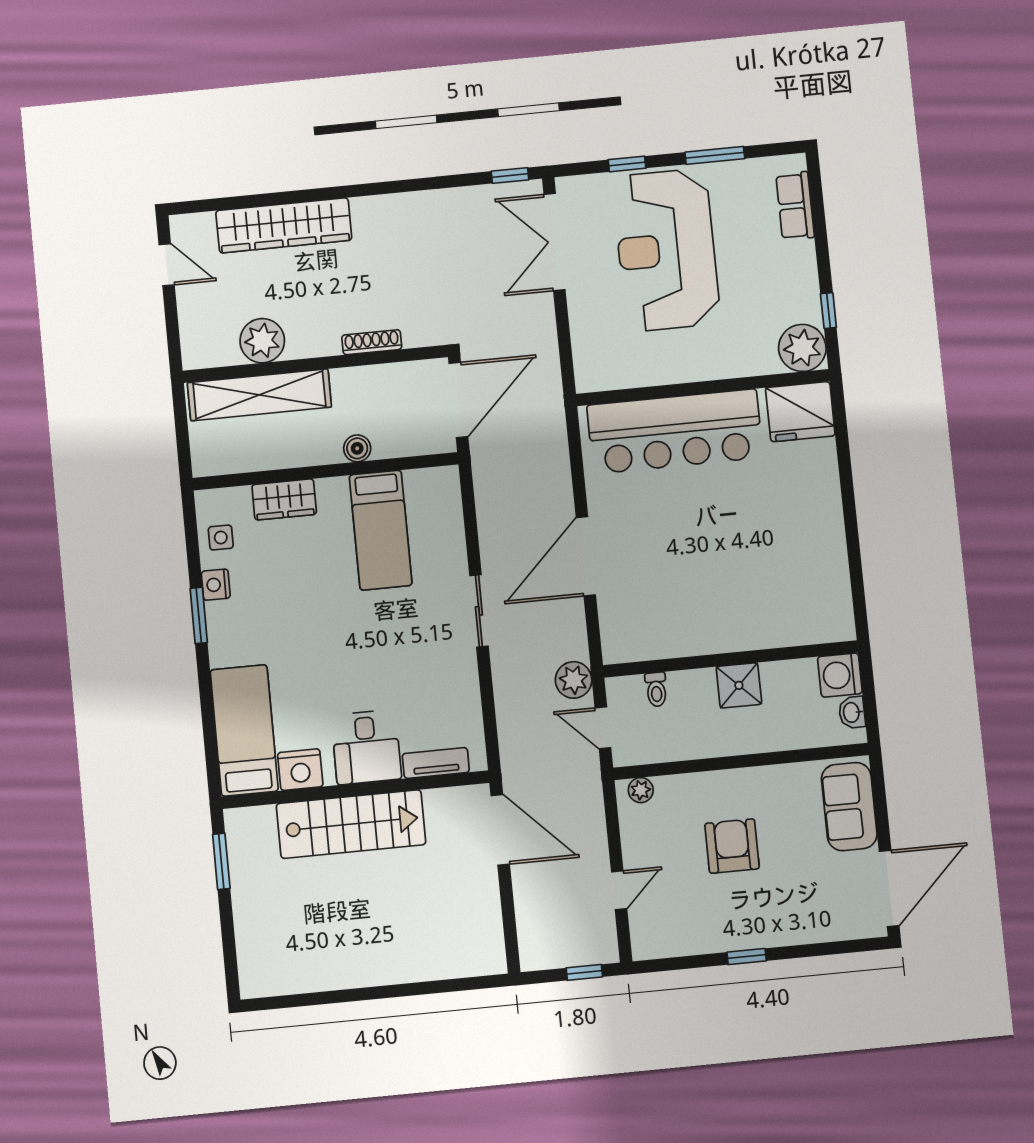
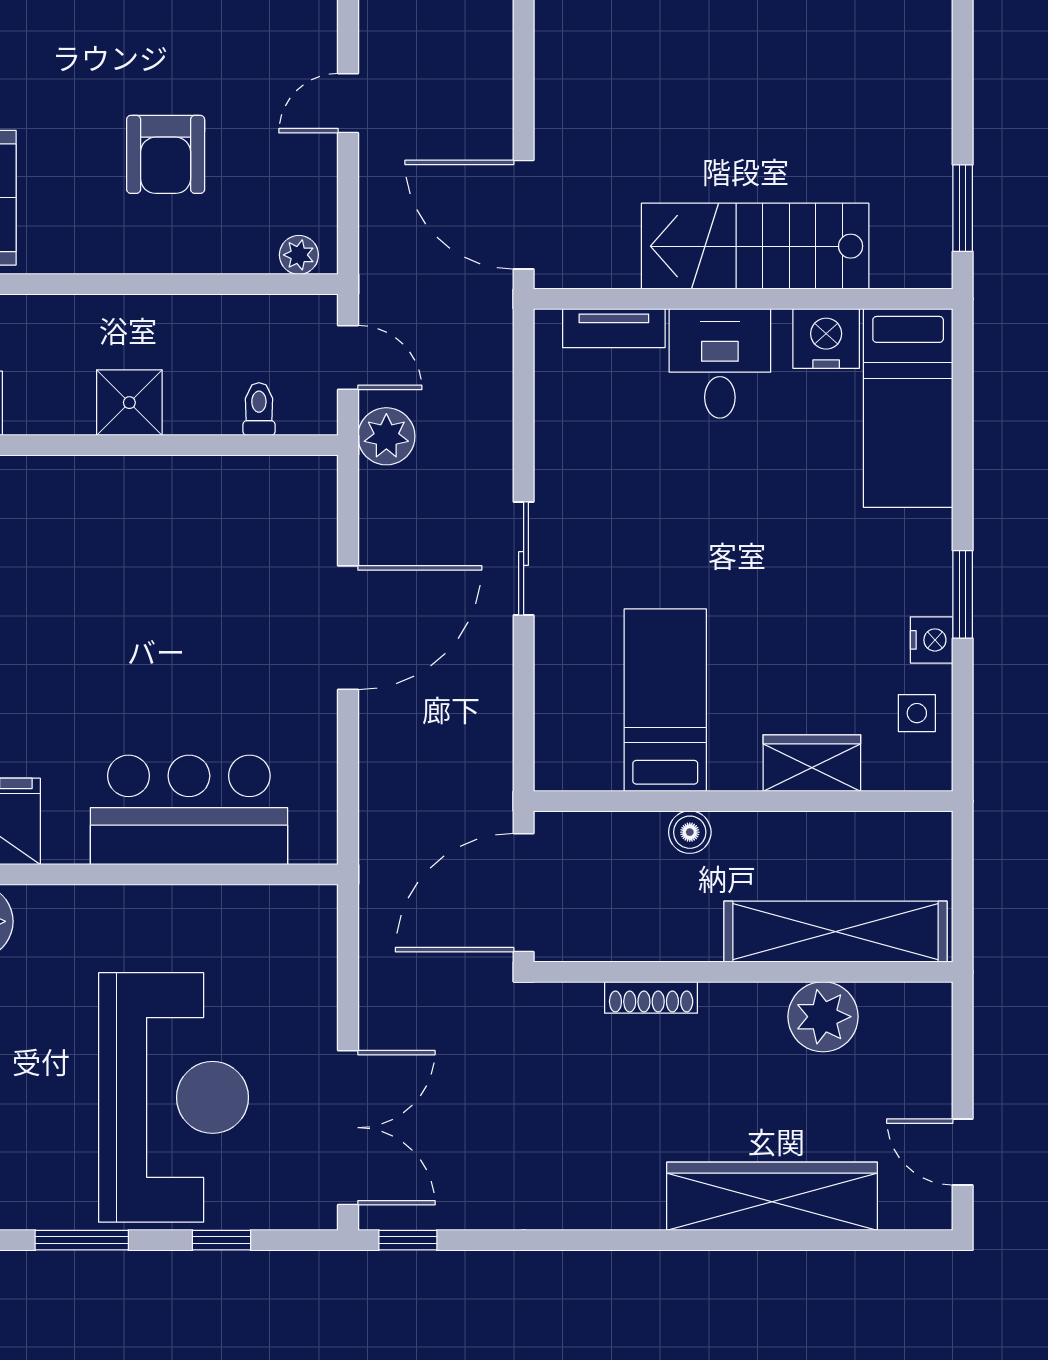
bar counter: (675, 431) -> (189, 810), width x0.73

